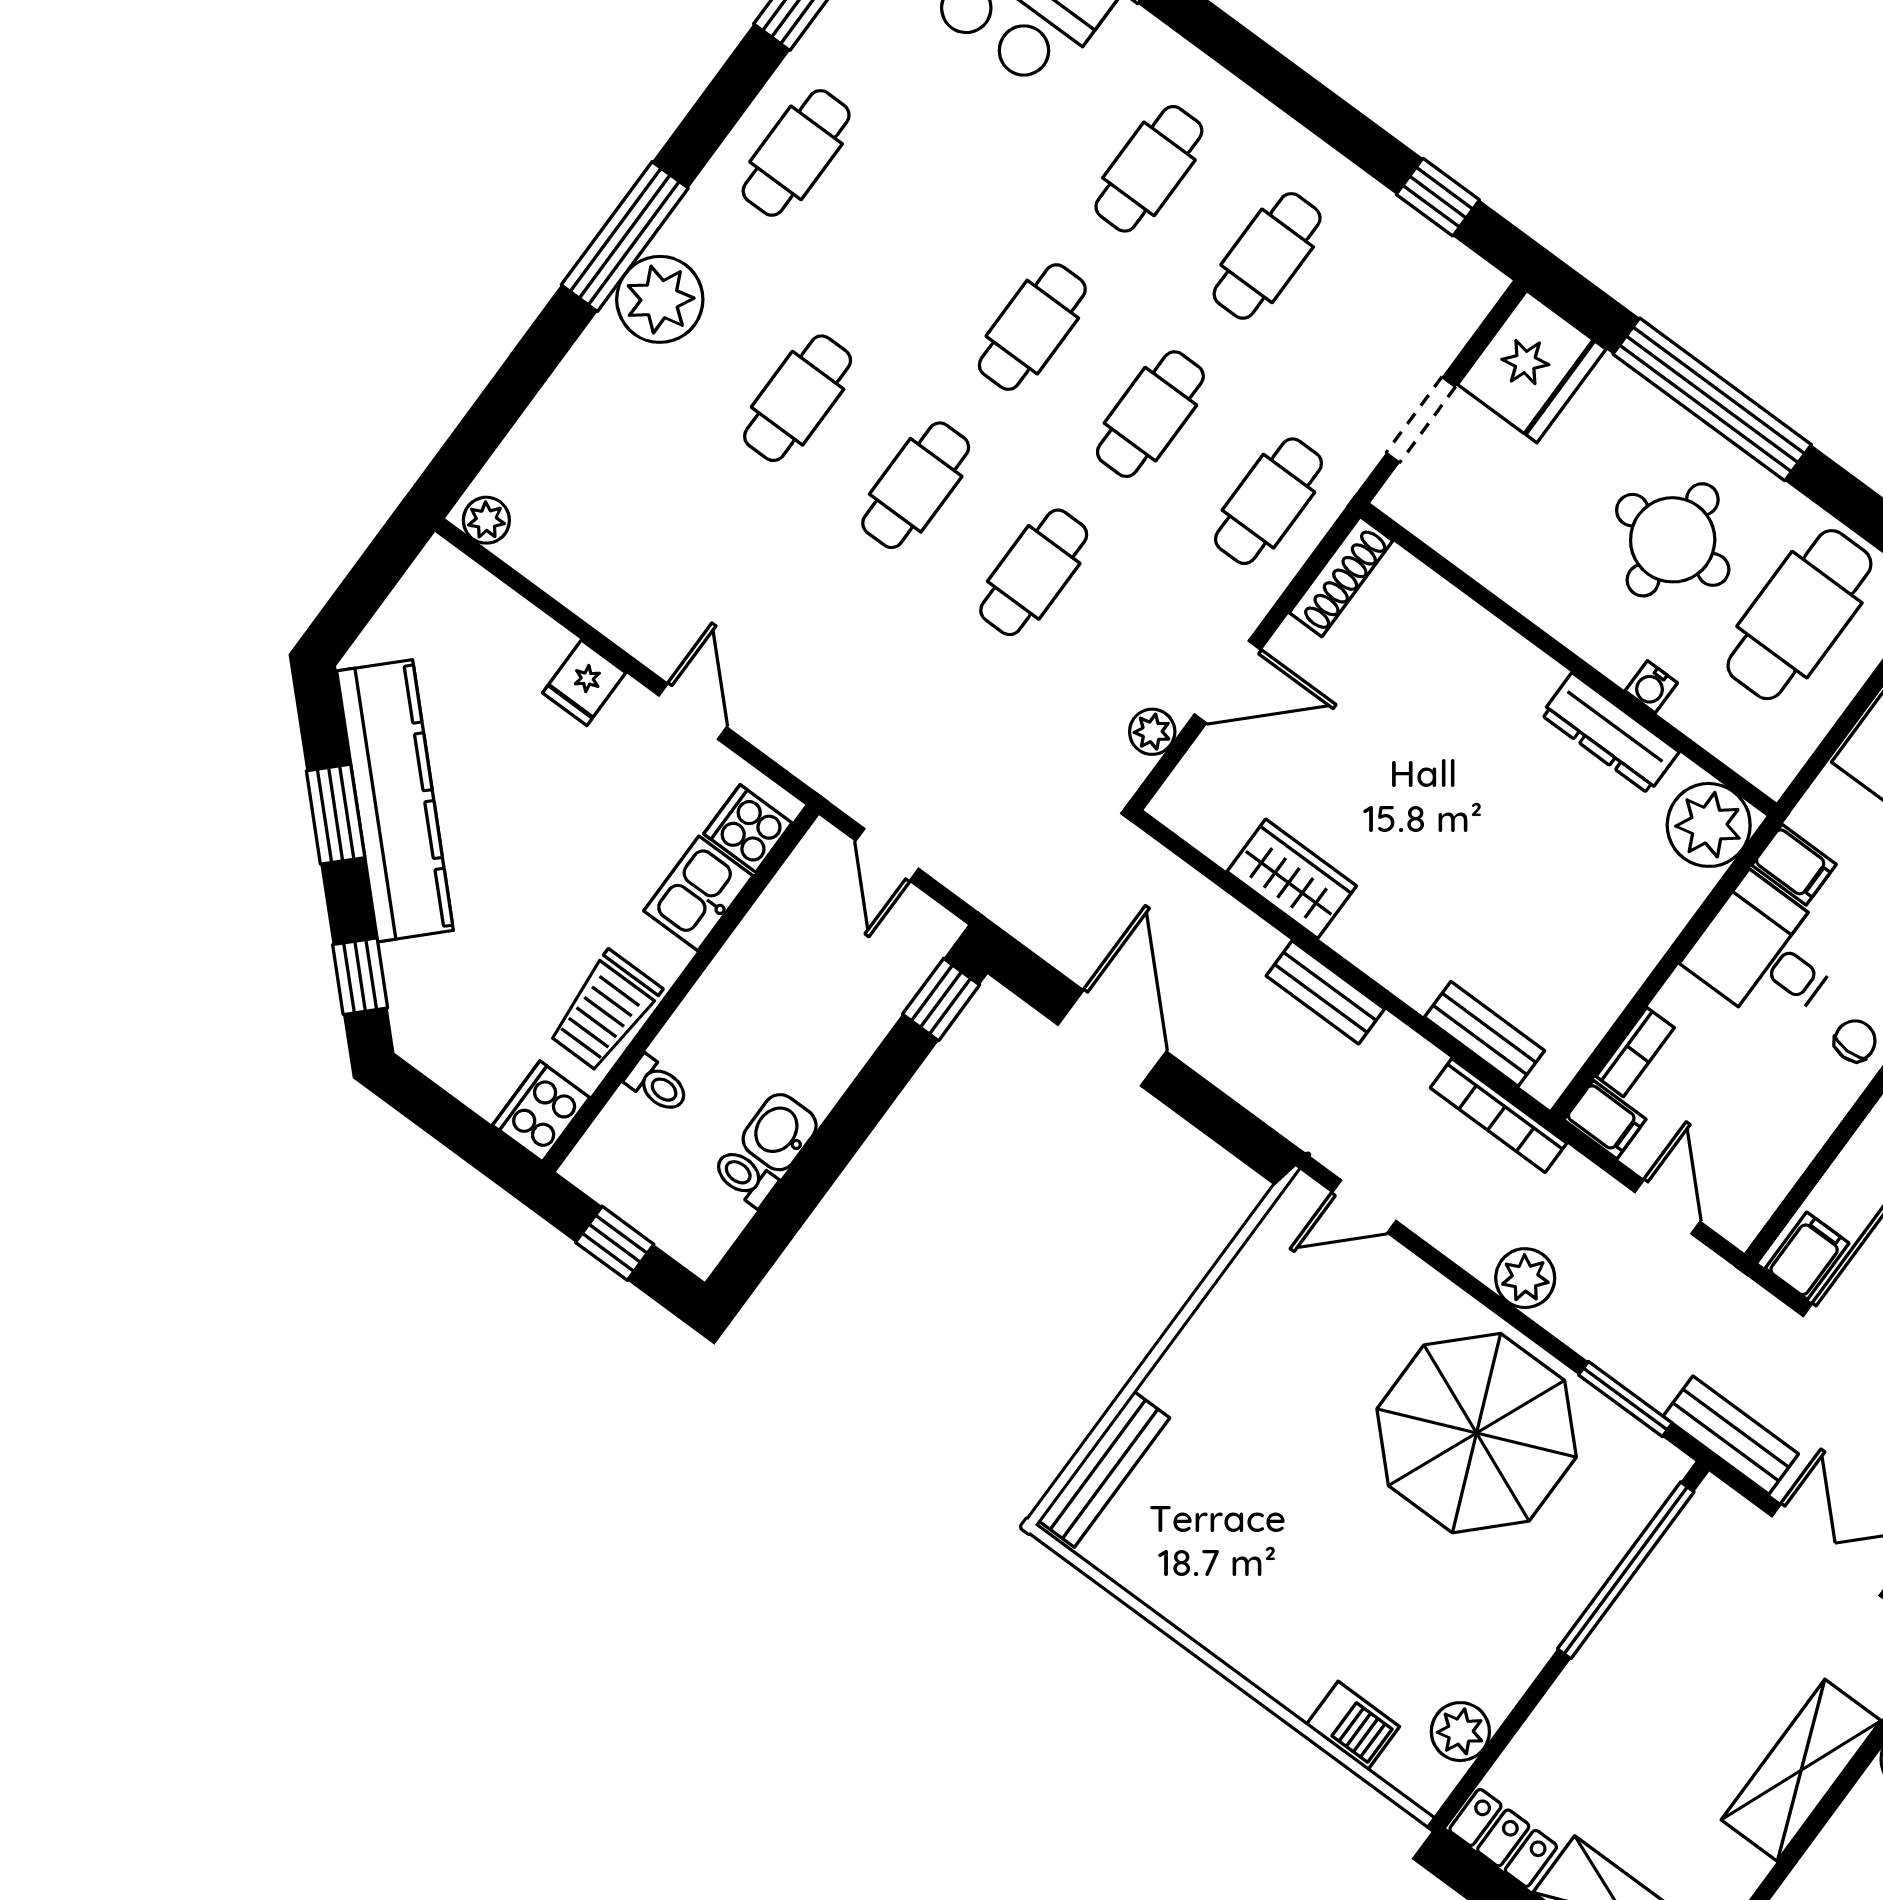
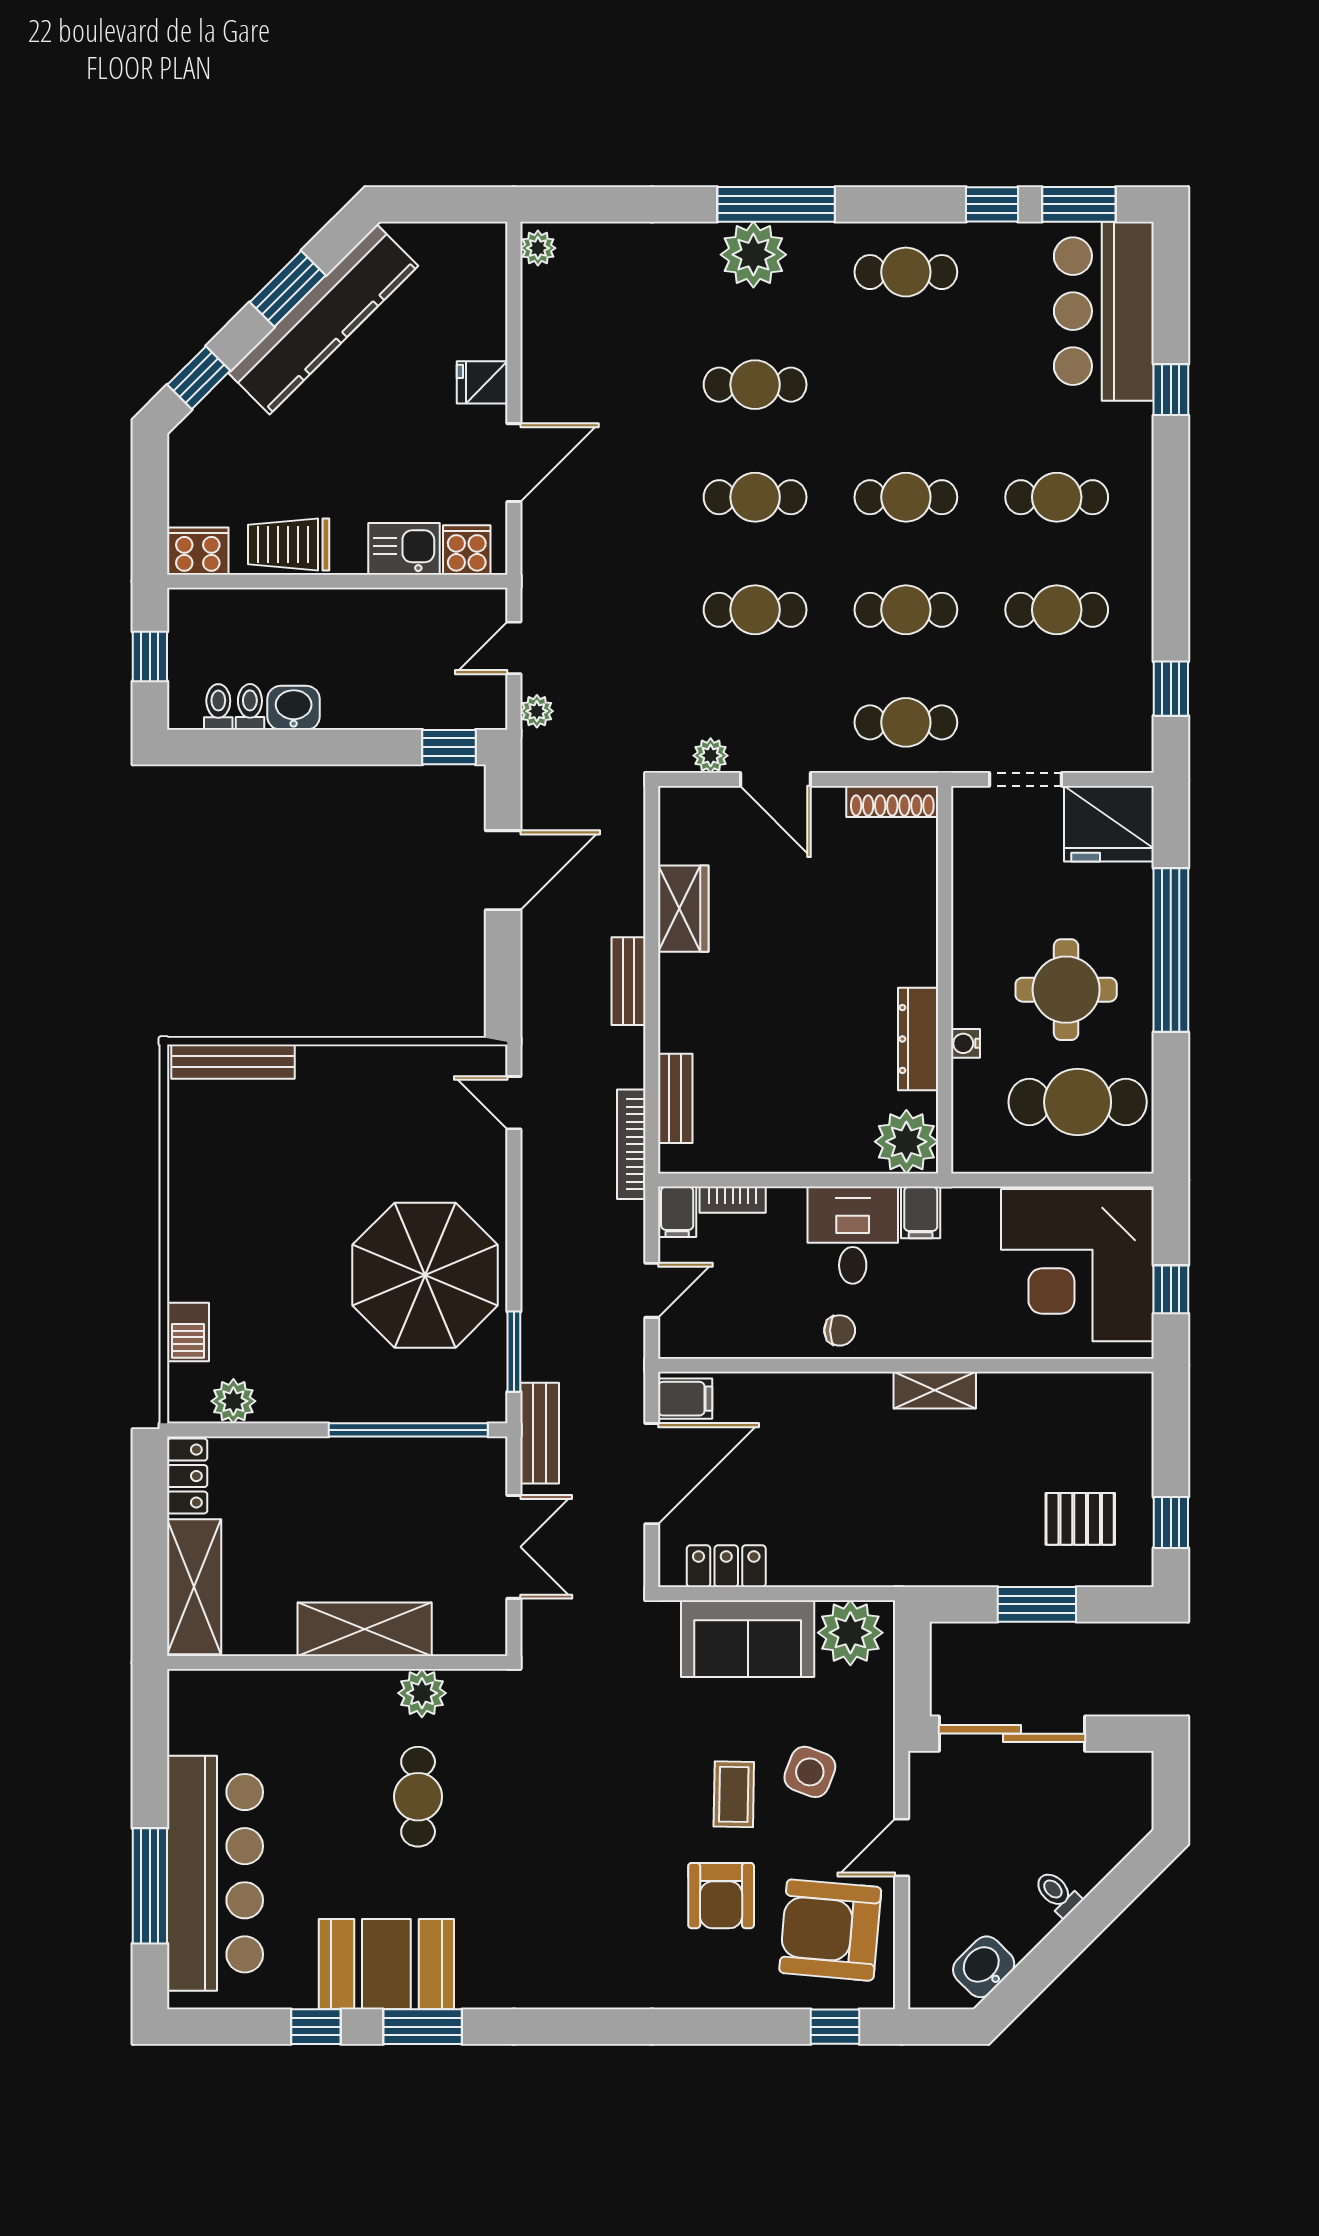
door: (693, 711) -> (514, 463), width x1.38
toilet: (657, 1085) -> (218, 707), moved, turned 180
plant: (1525, 1278) -> (537, 711), moved, width x0.73, depth x0.73

